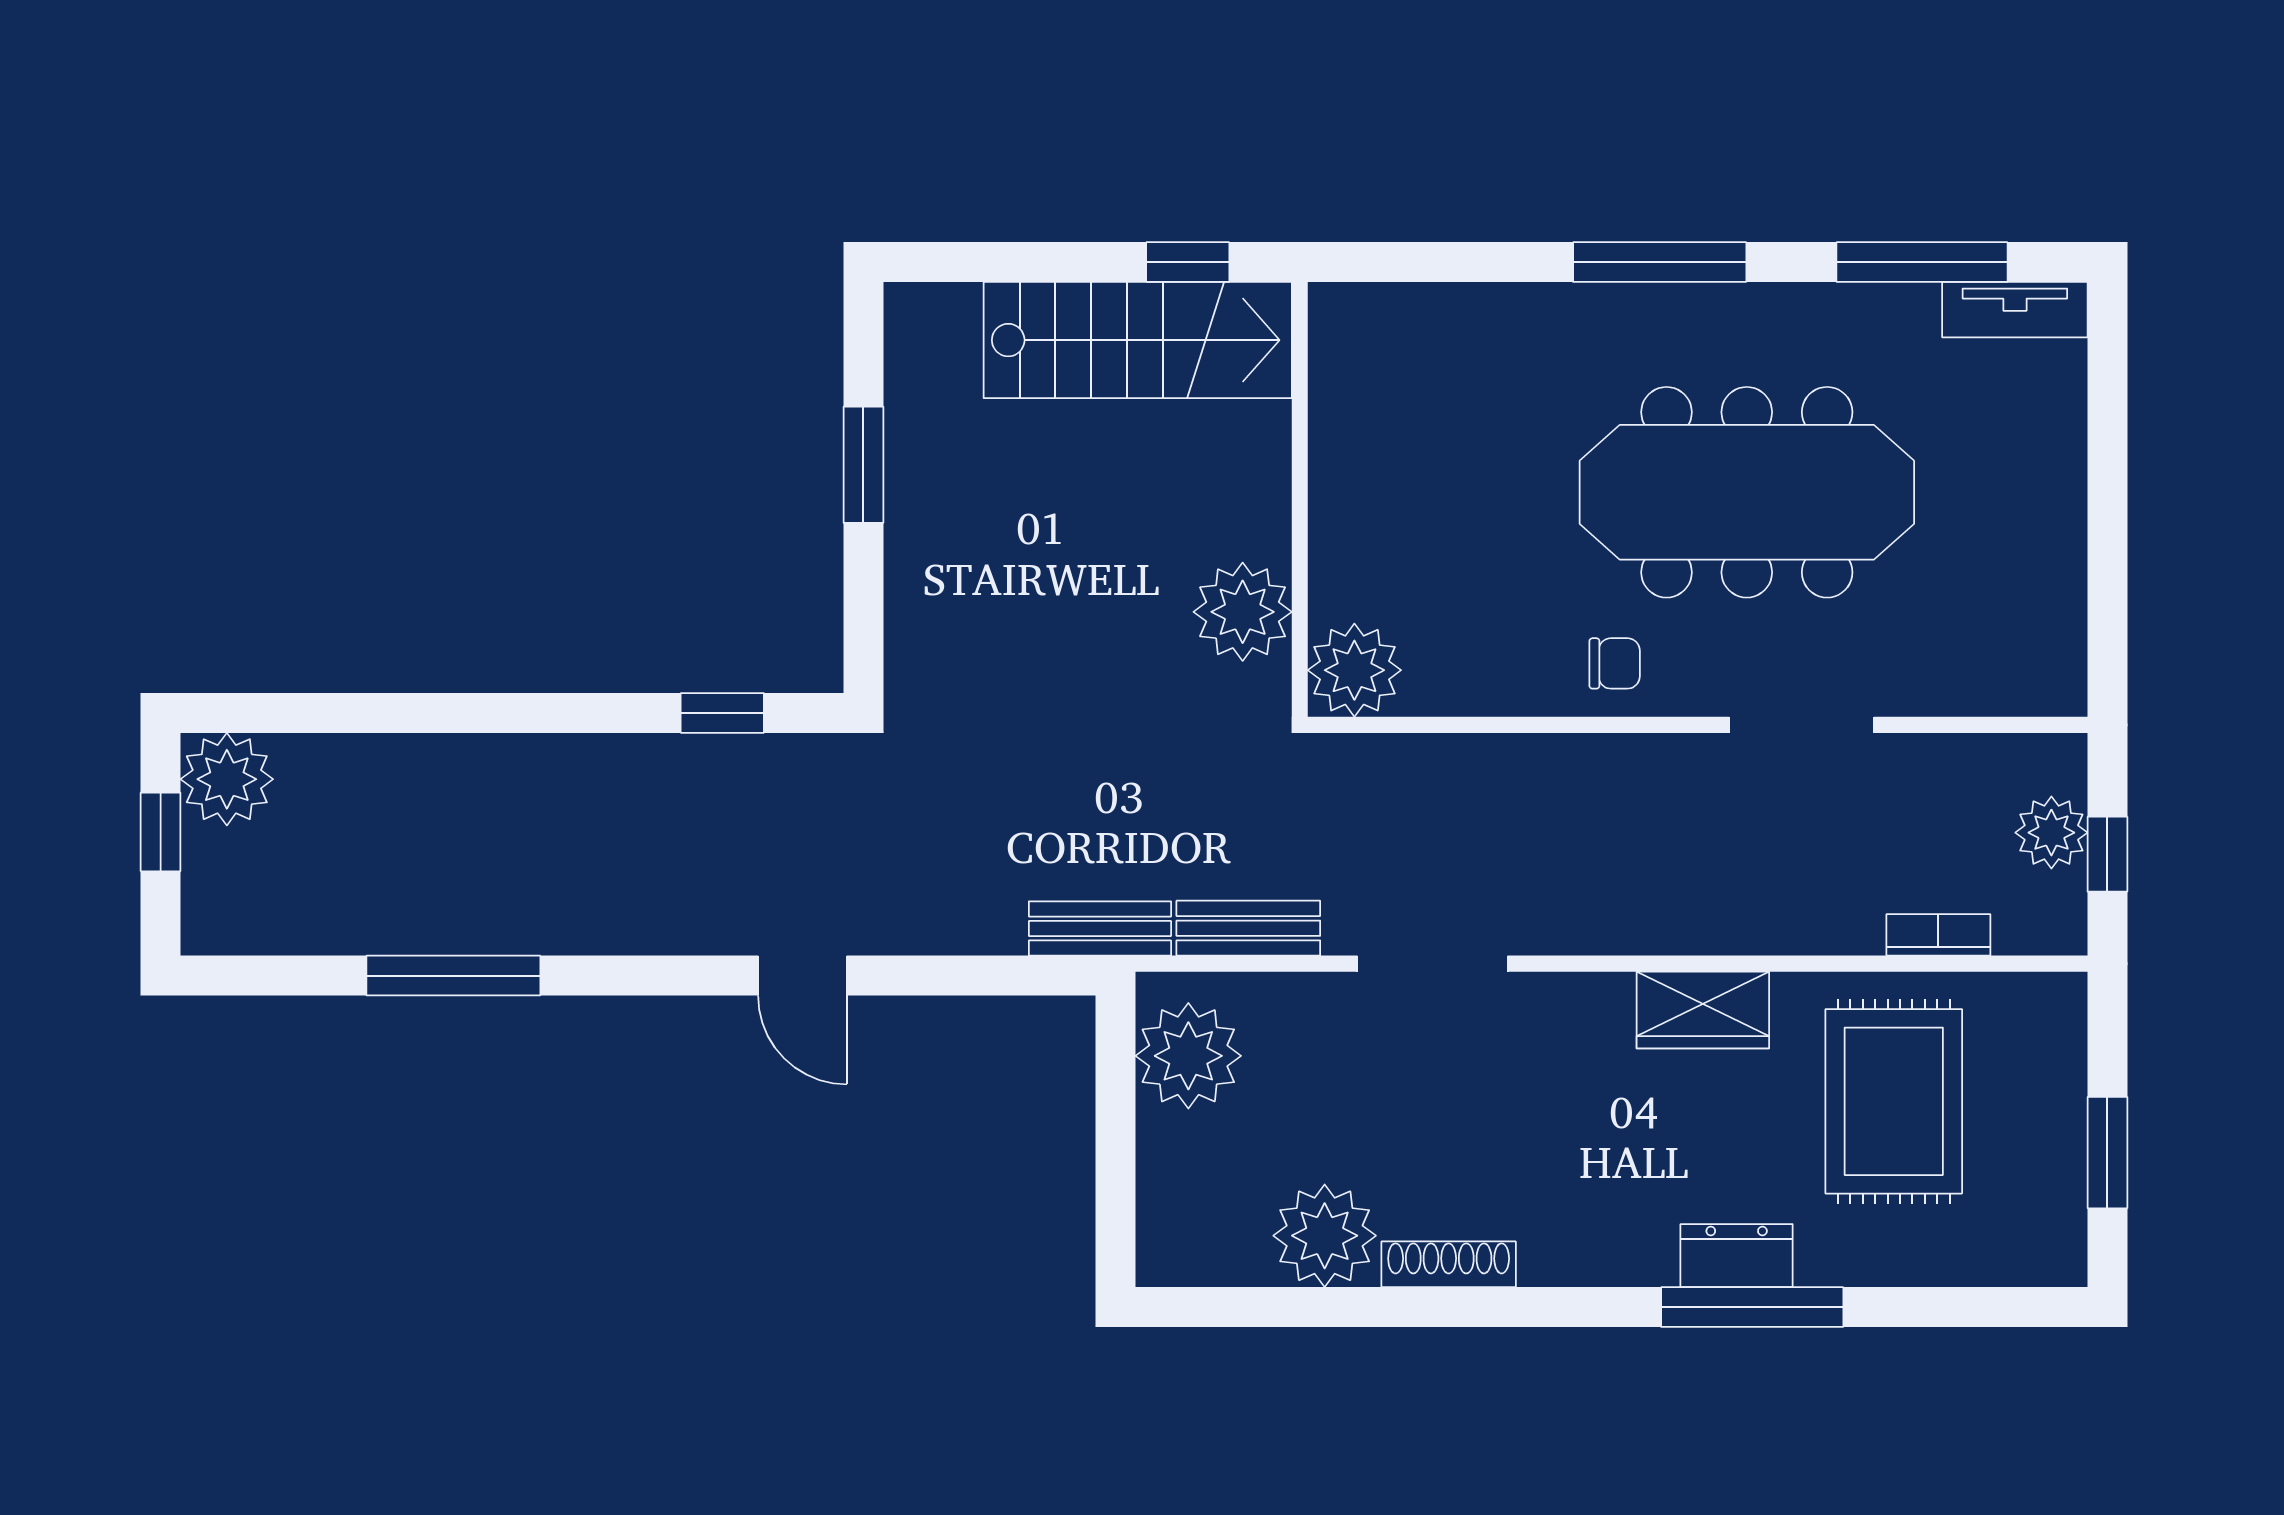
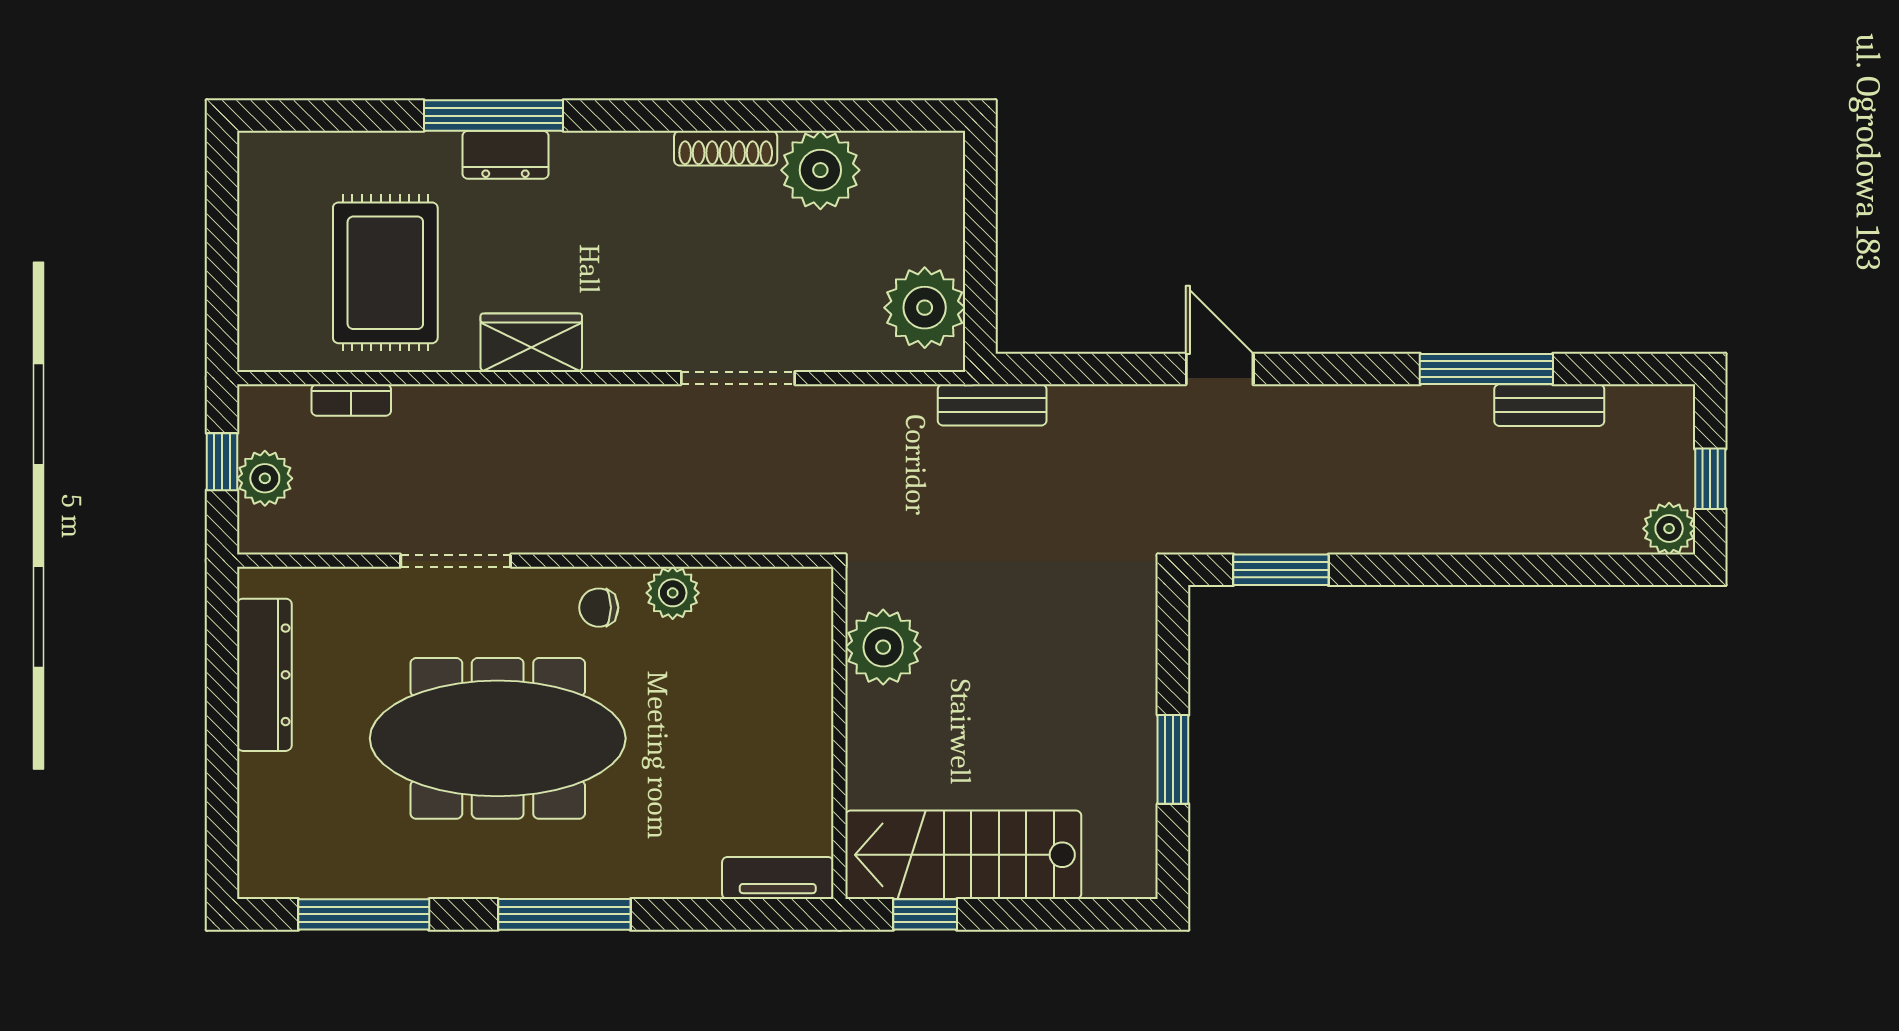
tv unit: (2015, 310) -> (778, 878), moved
dresser: (2052, 575) -> (264, 675), added
plant: (1354, 670) -> (673, 593), moved, width x0.73, depth x0.73
window: (722, 713) -> (1281, 570), width x1.50
plant: (227, 779) -> (1669, 529), width x0.73, depth x0.73
bench: (1248, 928) -> (1549, 405), moved
window: (2107, 1153) -> (222, 234), removed

